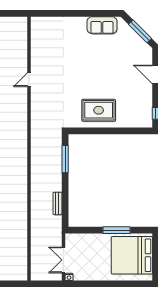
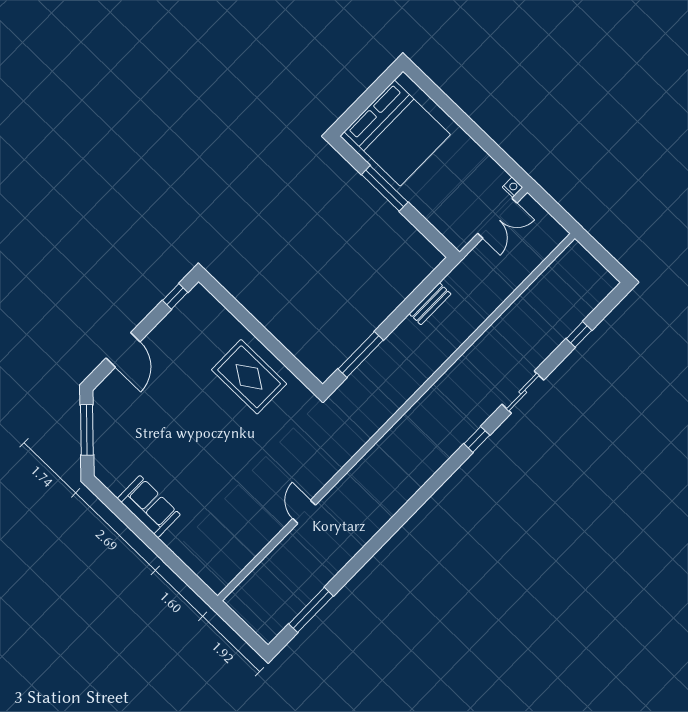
sofa: (102, 25) -> (149, 507), moved
door: (29, 80) -> (304, 512), swing flipped

